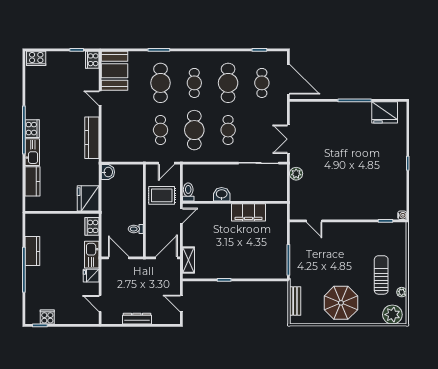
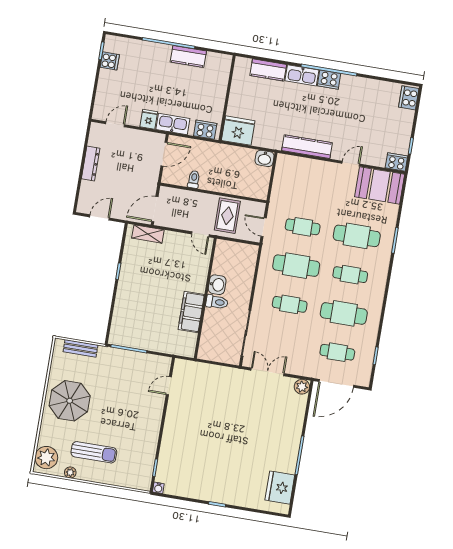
plant: (296, 174) -> (302, 387), moved
toilet: (188, 192) -> (217, 302), moved
door: (166, 258) -> (155, 209), swing flipped

